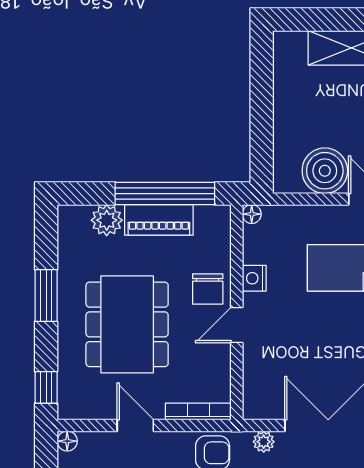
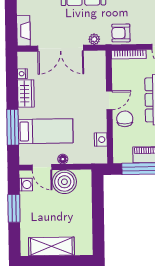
floor lamp: (252, 214) -> (63, 159), moved
nightstand: (254, 278) -> (101, 140), moved

